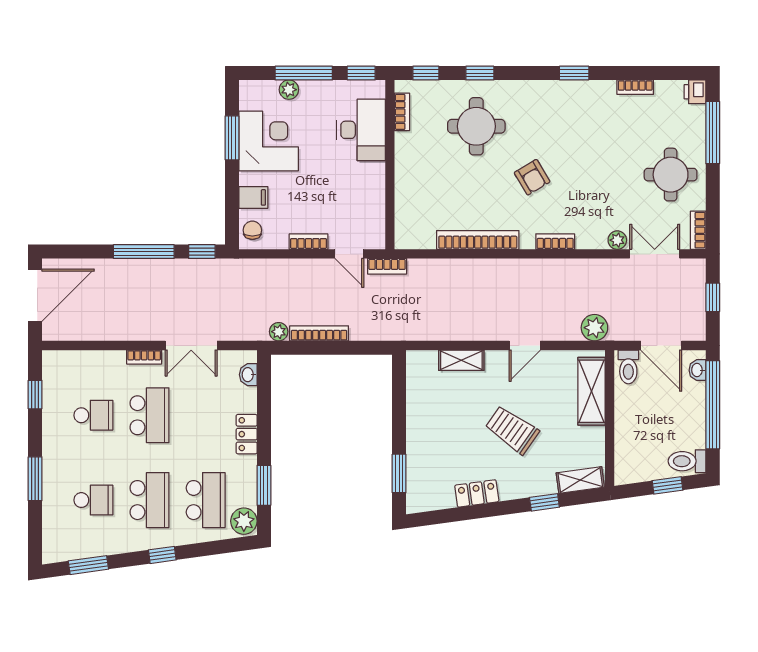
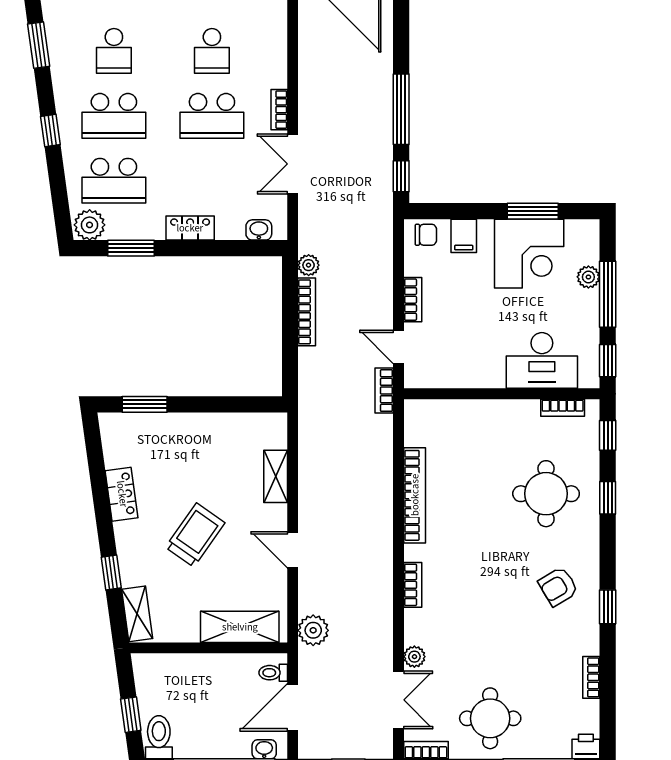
armchair: (532, 177) -> (558, 586), moved
door: (349, 254) -> (398, 347), hinge flipped
toilet: (628, 367) -> (273, 673), width x0.73, depth x0.72

